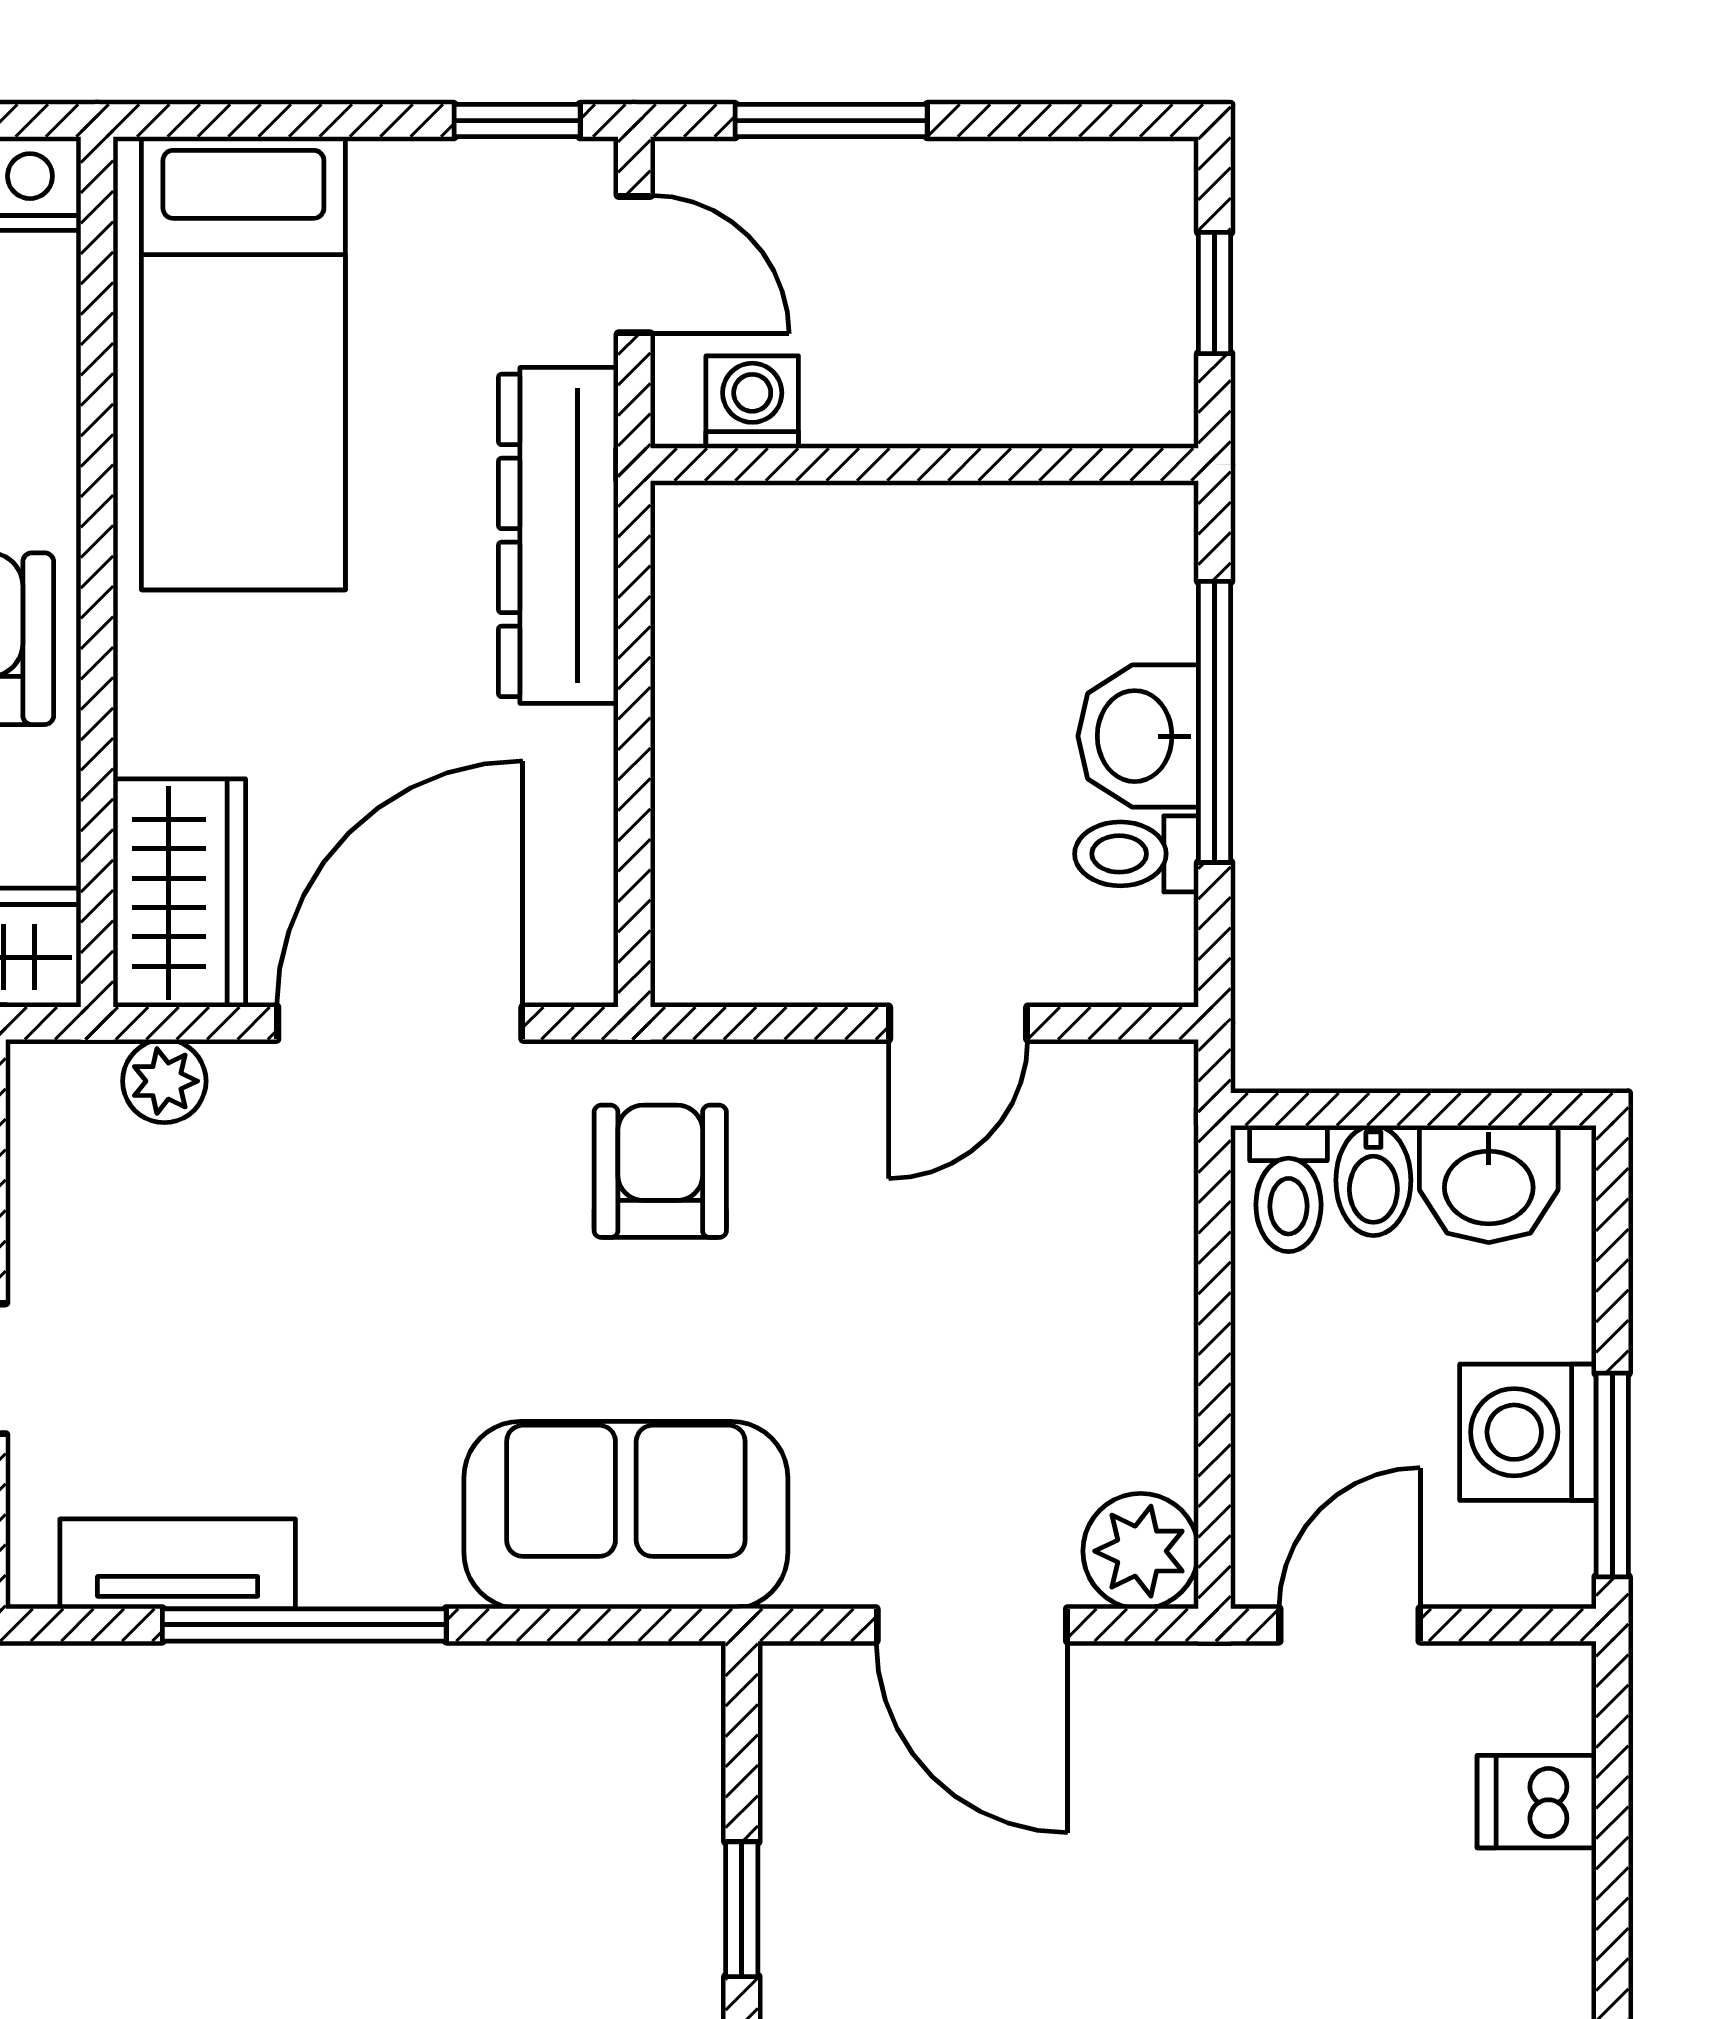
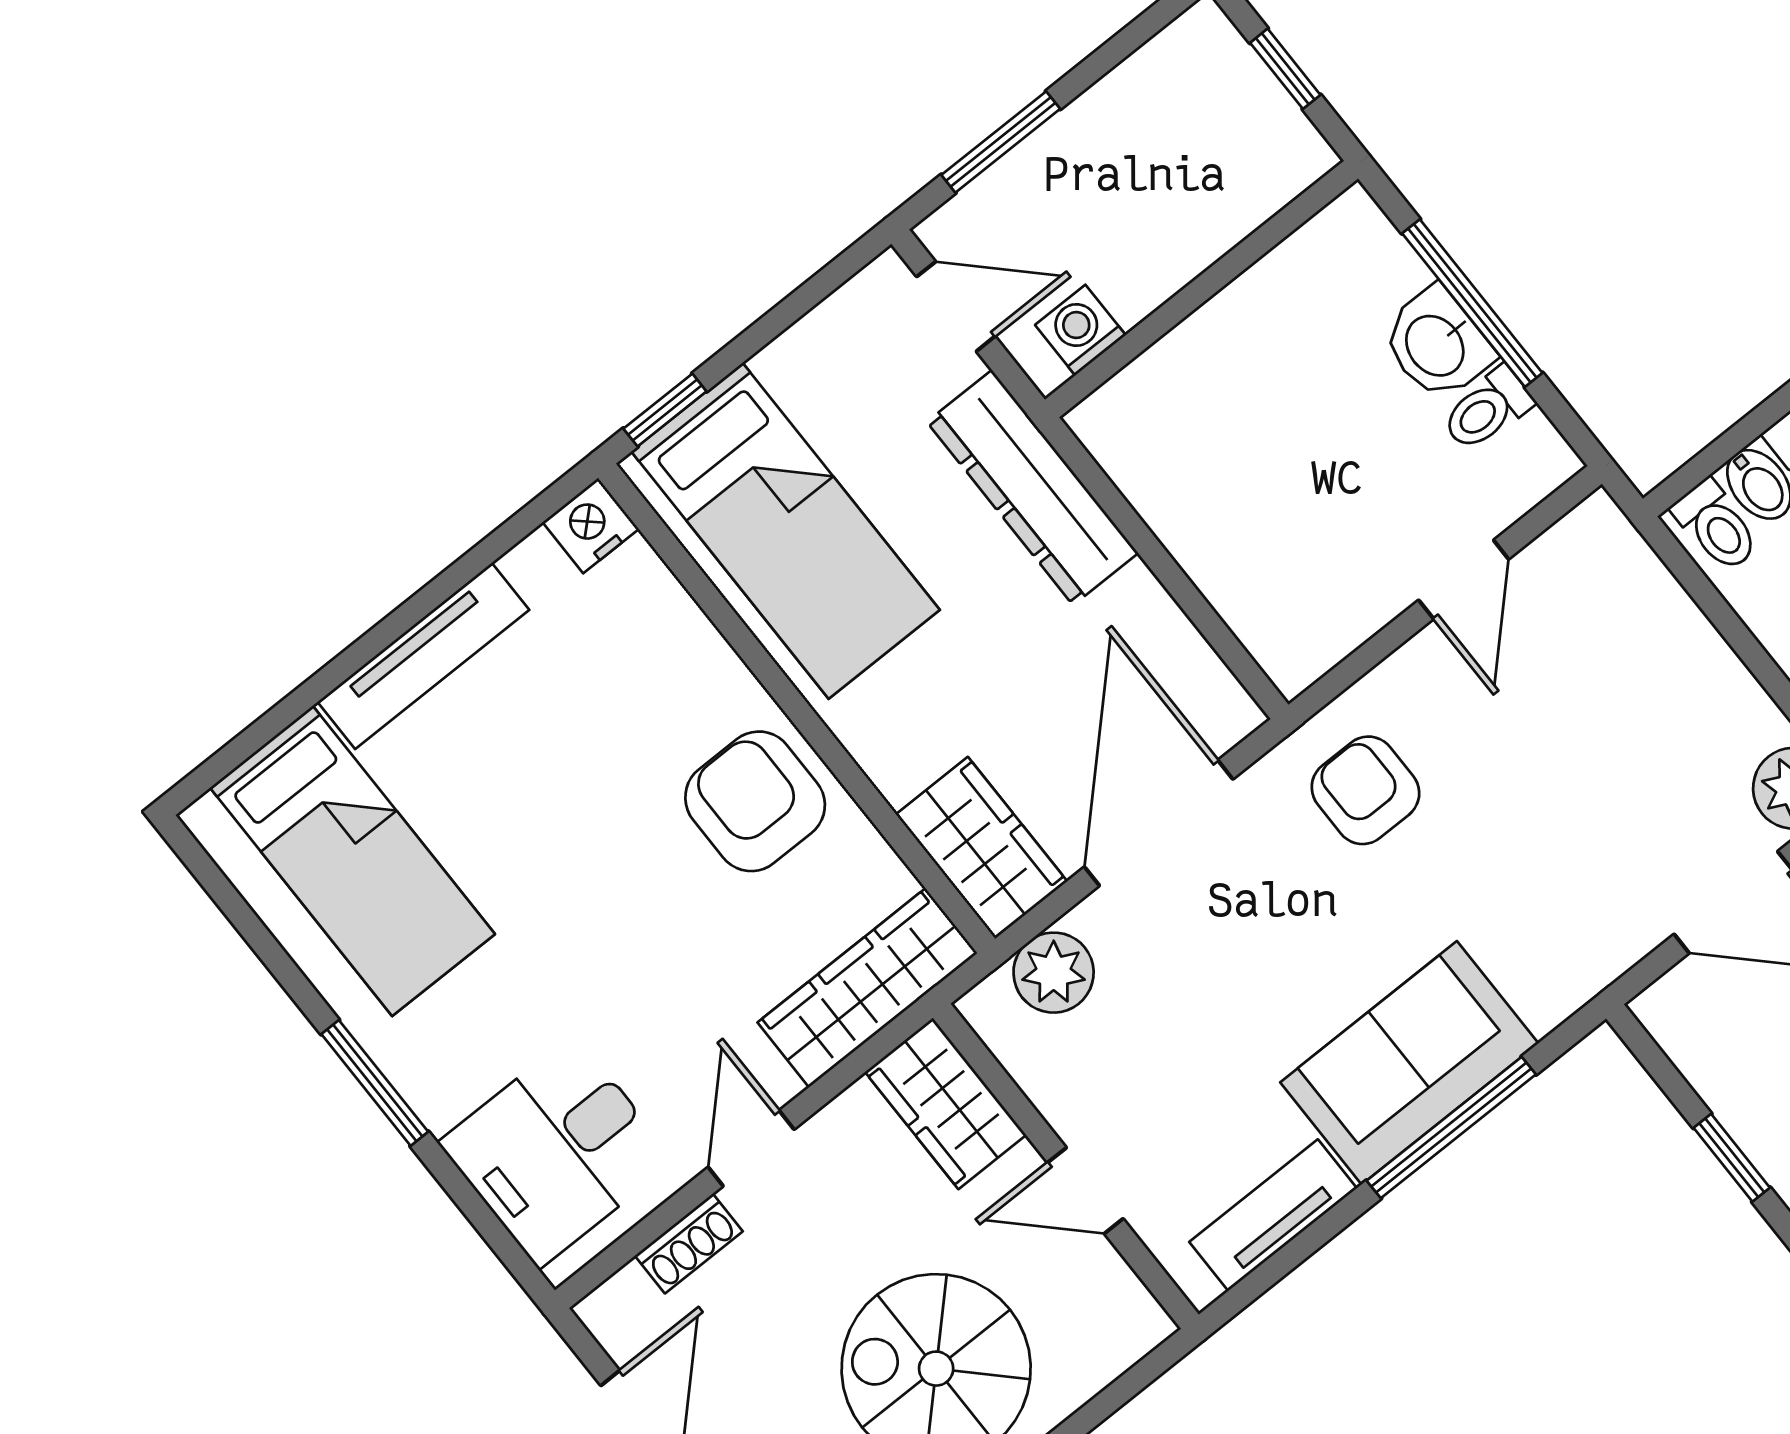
window: (517, 121) -> (665, 410), moved
plant: (164, 1081) -> (1054, 973), width x1.38, depth x1.38
sofa: (626, 1515) -> (1409, 1063), moved
window: (304, 1625) -> (1451, 1128), moved

